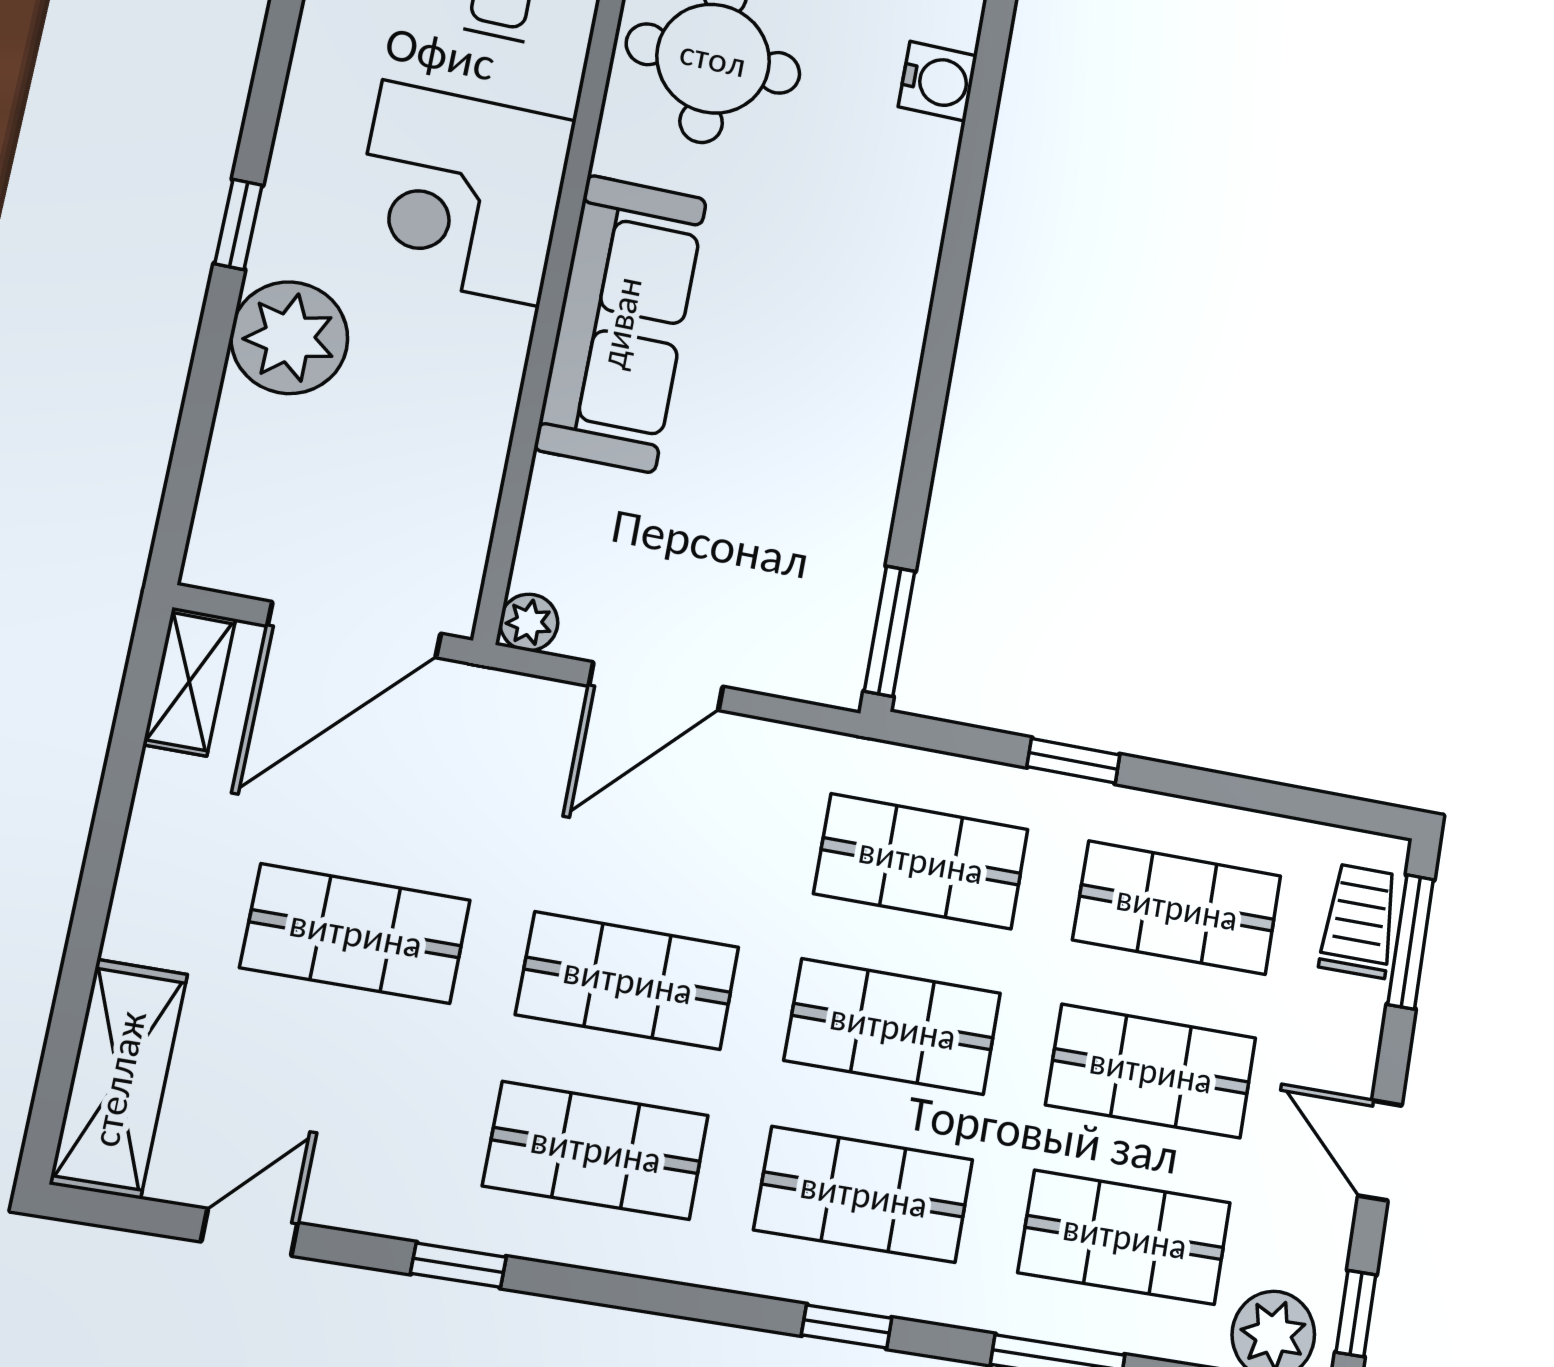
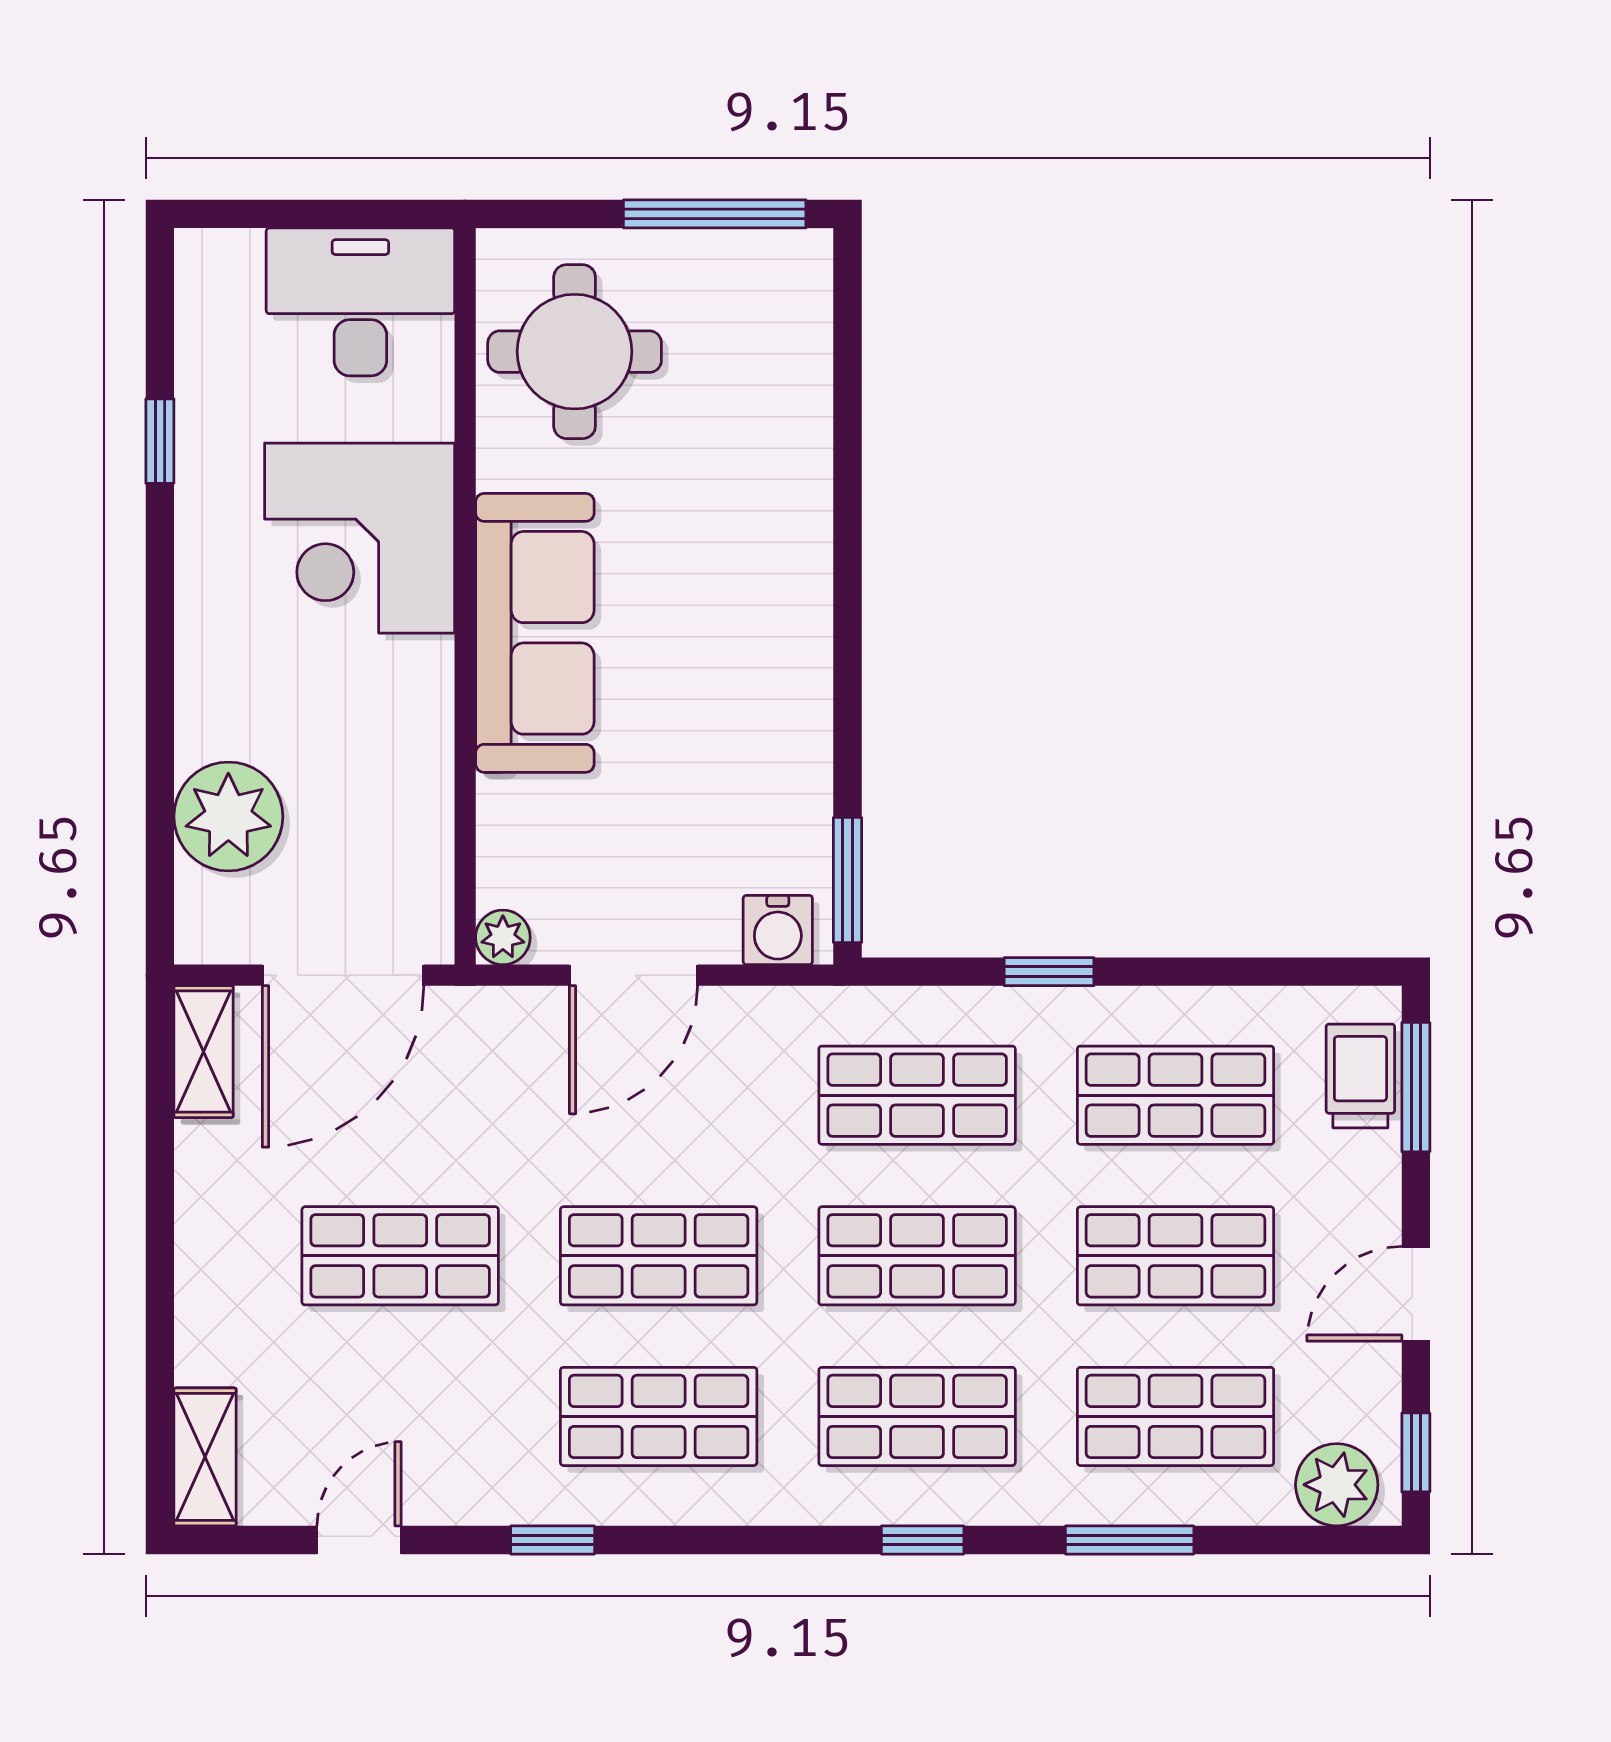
water cooler: (938, 81) -> (778, 930), moved, turned 90
window: (239, 224) -> (160, 441), moved
plant: (289, 338) -> (228, 816), moved
shelving: (119, 1079) -> (205, 1457), width x0.67, depth x0.75
door: (1380, 1150) -> (1416, 1294), hinge flipped

